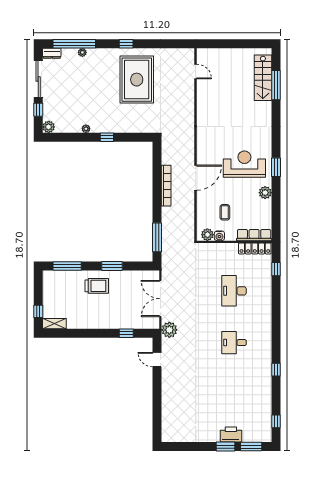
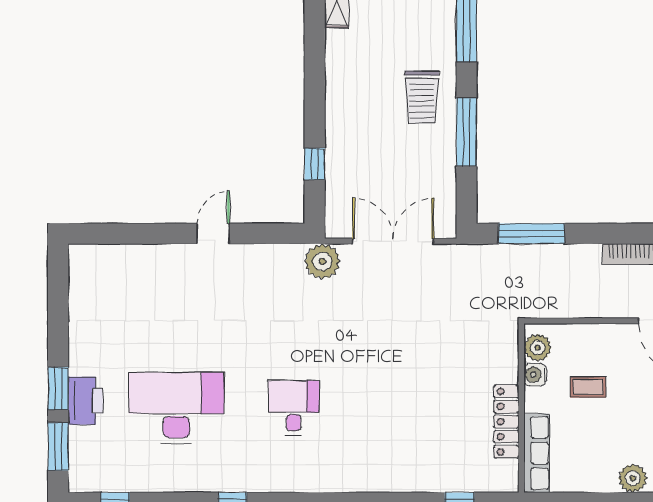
locker: (255, 248) -> (506, 422), moved
window: (112, 266) -> (467, 132), width x1.44
desk: (234, 291) -> (176, 408), moved, width x1.36, depth x1.30
door: (157, 360) -> (213, 234), moved

